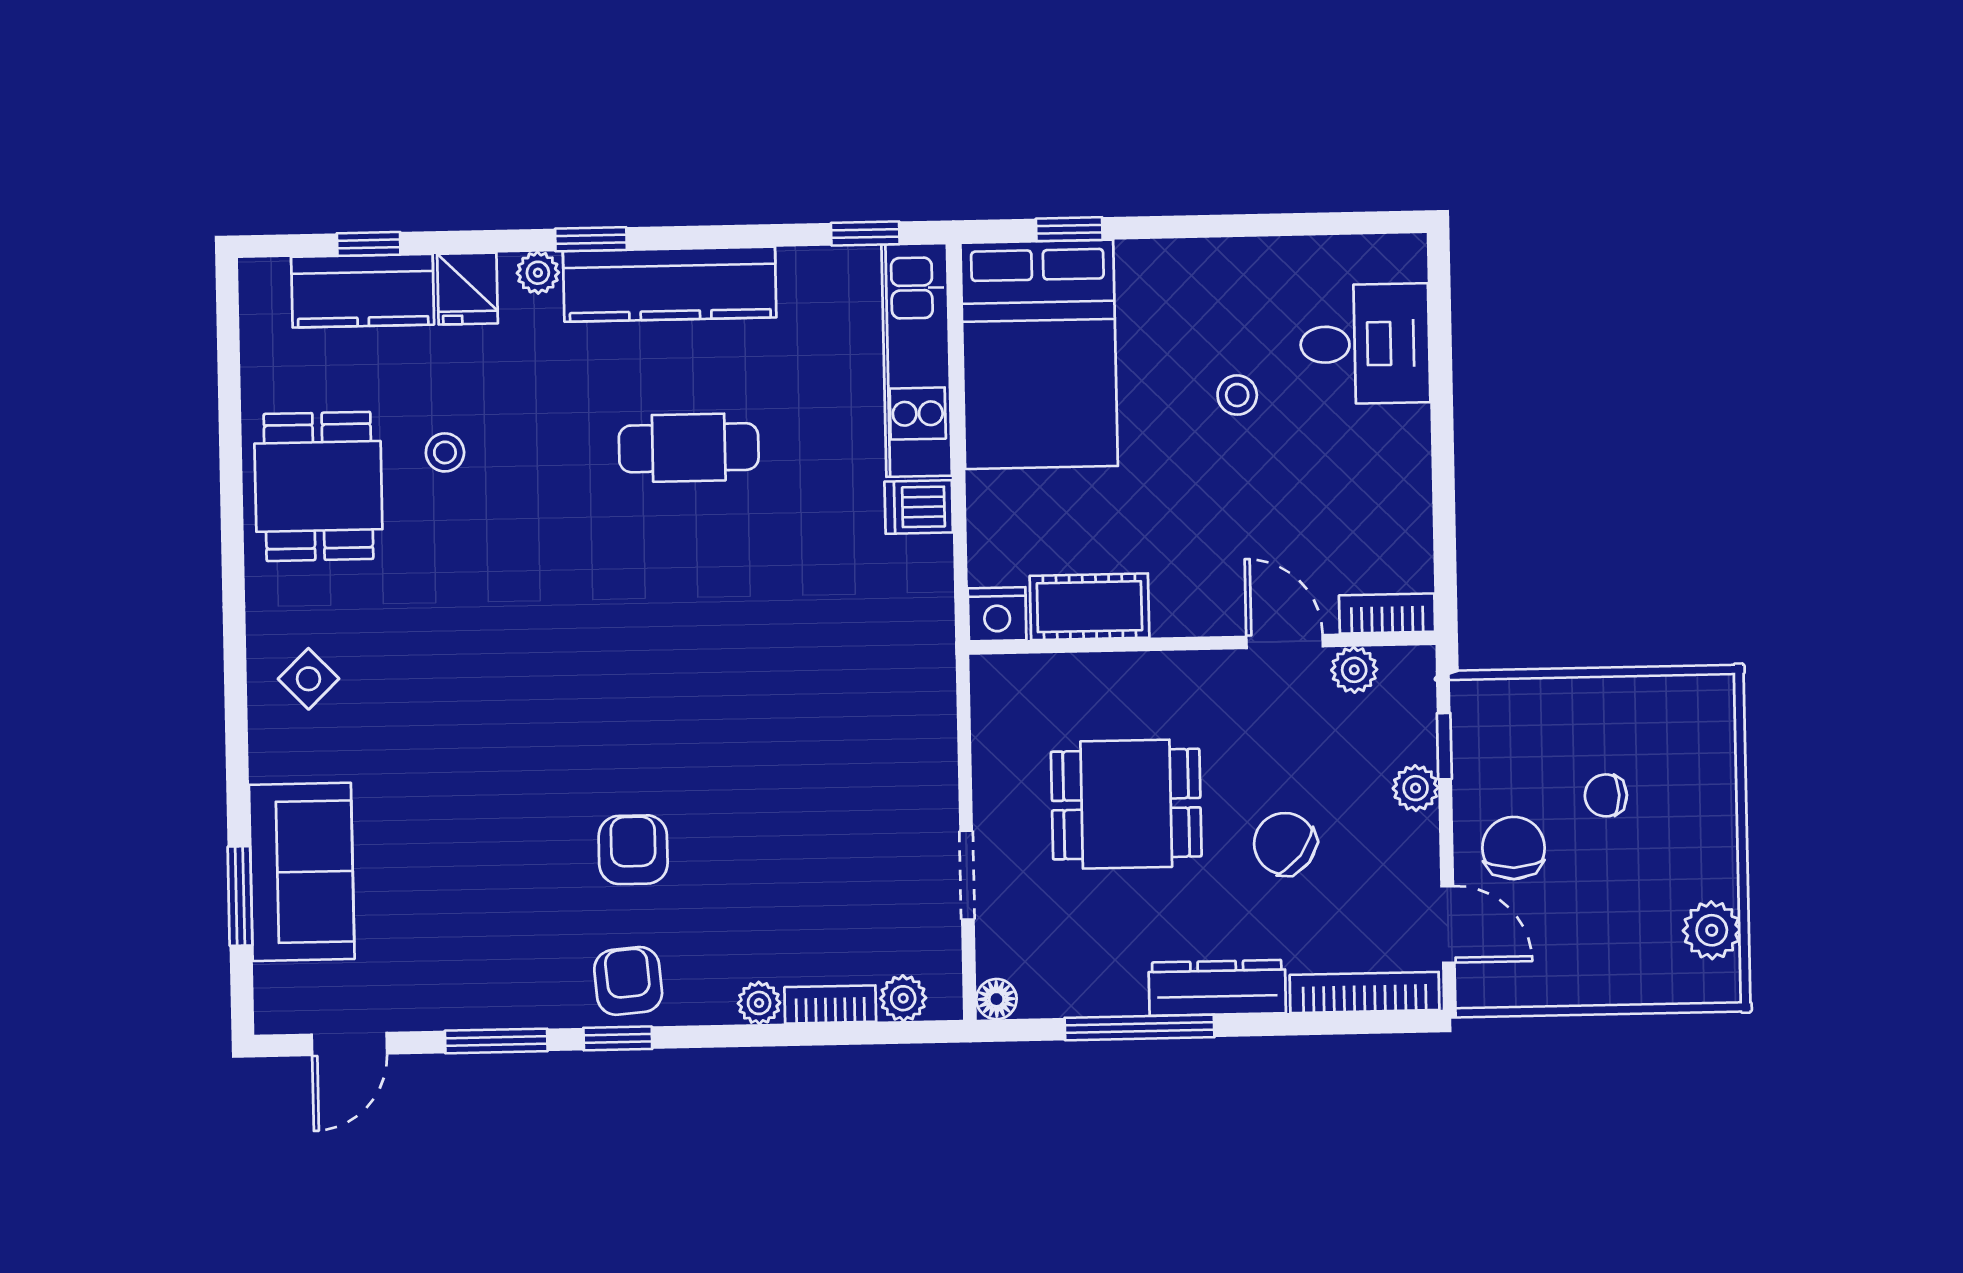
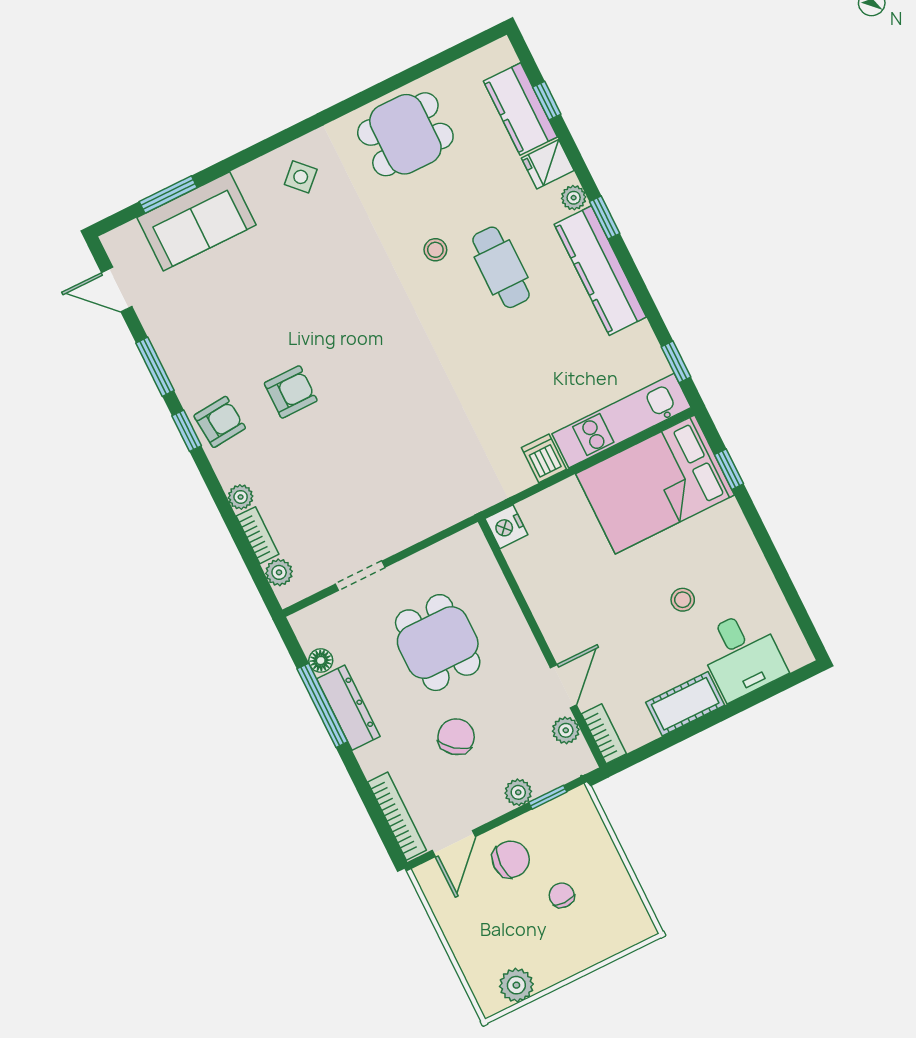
cafe table: (689, 448) -> (501, 267), moved
stool: (445, 452) -> (435, 250), moved
cot: (1089, 607) -> (685, 704), moved, turned 90
dresser: (1217, 988) -> (348, 708), moved
floor lamp: (996, 999) -> (321, 661), moved

